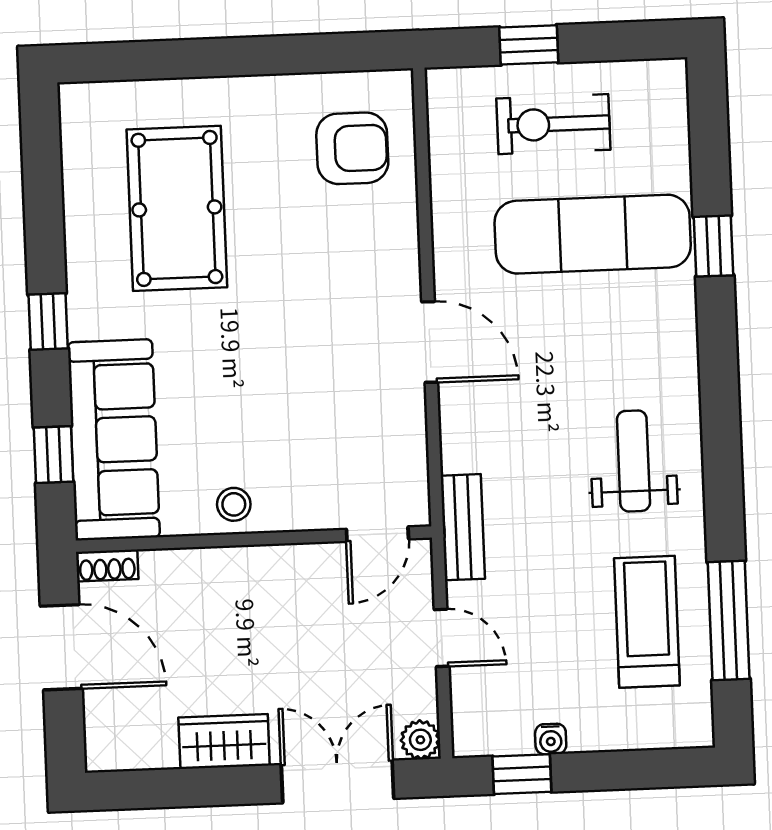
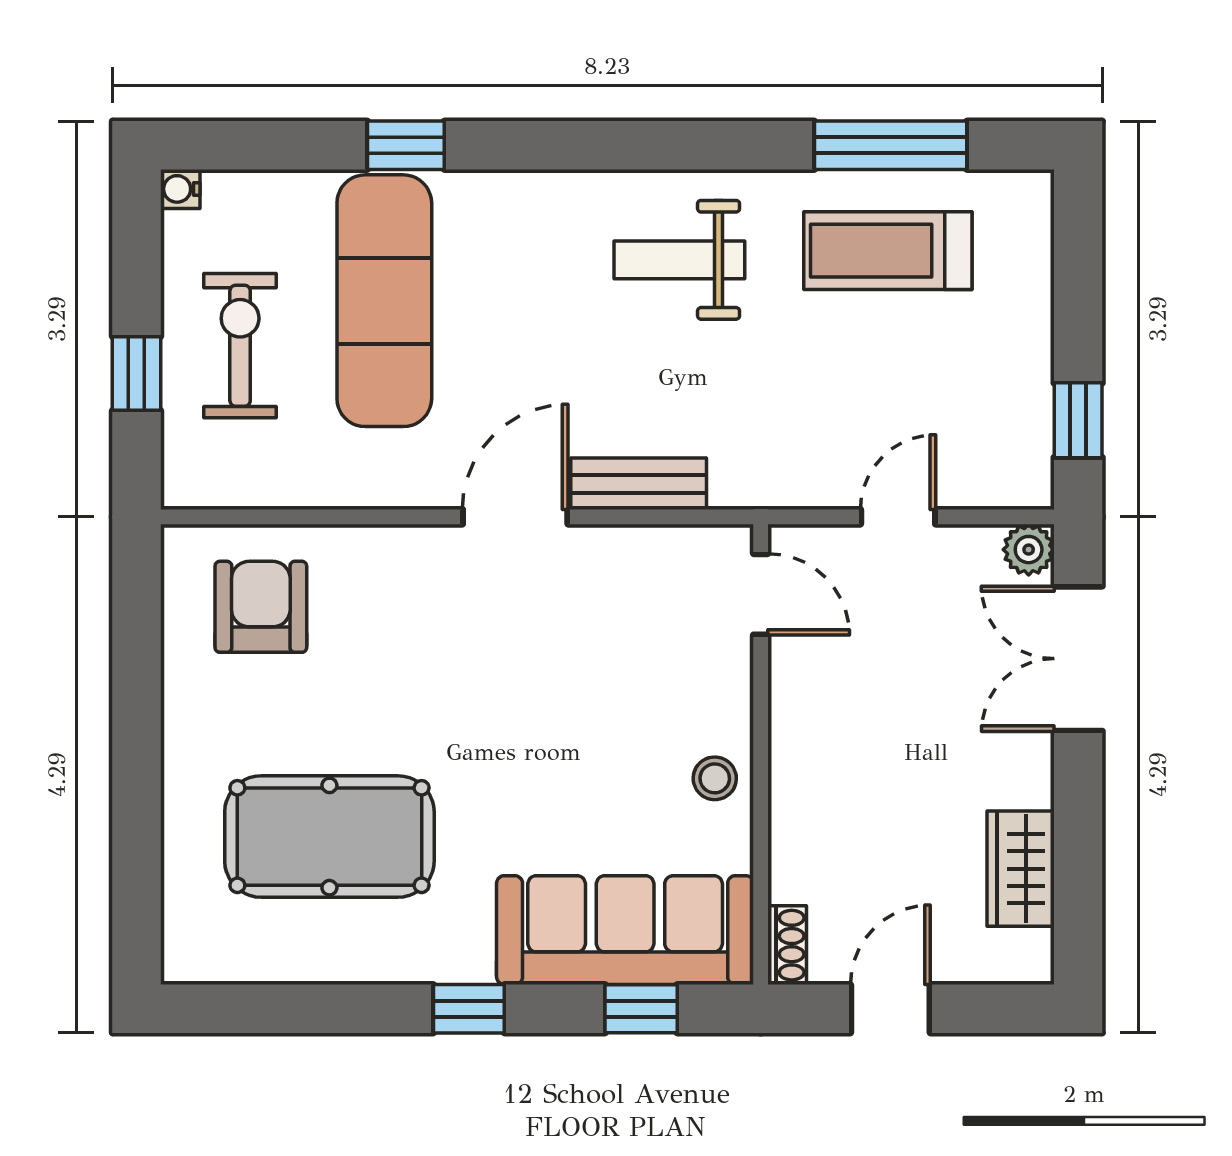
exercise bike: (553, 124) -> (240, 346), turned 180
bench: (463, 527) -> (639, 484), moved
door: (61, 647) -> (890, 1009), width x0.73
water cooler: (551, 739) -> (180, 189), moved, turned 180
wardrobe: (224, 742) -> (1021, 869), moved

